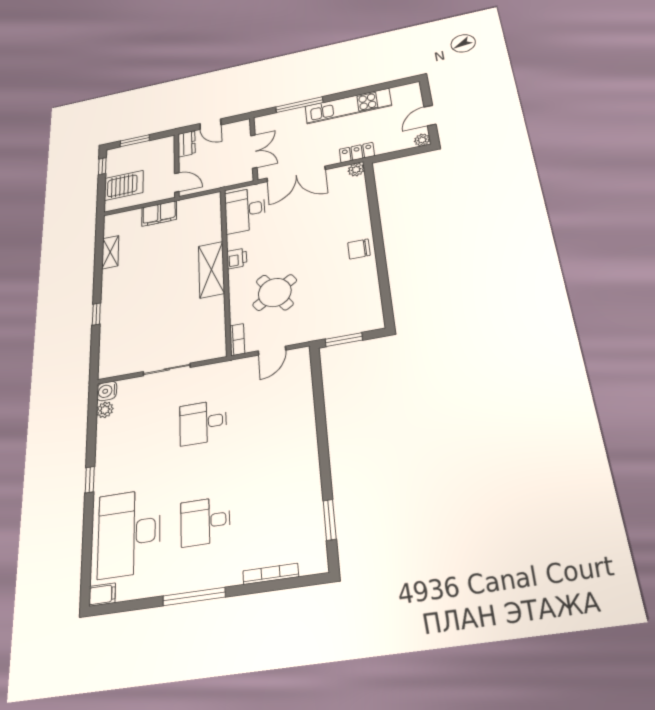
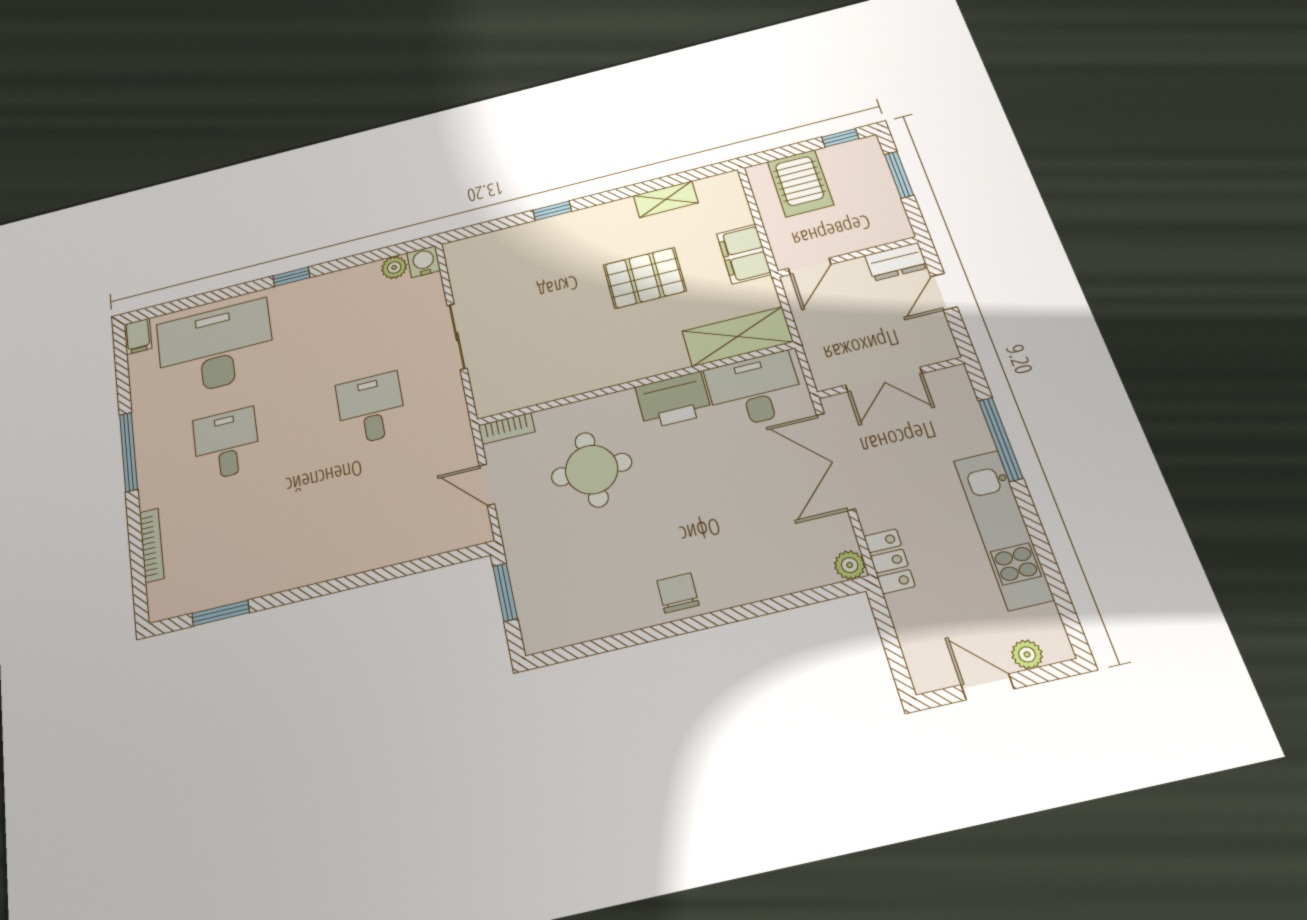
plant: (422, 140) -> (1027, 654), moved
printer: (237, 258) -> (673, 400), width x1.87, depth x1.48
pallet: (158, 264) -> (645, 278), added
shelving: (211, 270) -> (737, 337), moved
round table: (275, 292) -> (592, 470), turned 34

